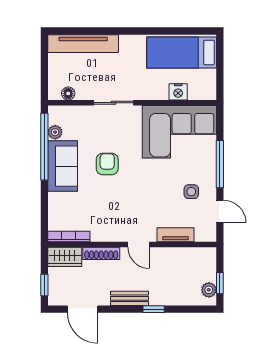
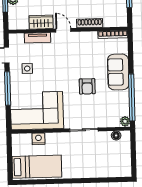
tv unit: (83, 44) -> (107, 171), removed
plant: (55, 132) -> (125, 121), moved
sofa: (63, 166) -> (118, 72), moved
wardrobe: (65, 257) -> (41, 22), moved

